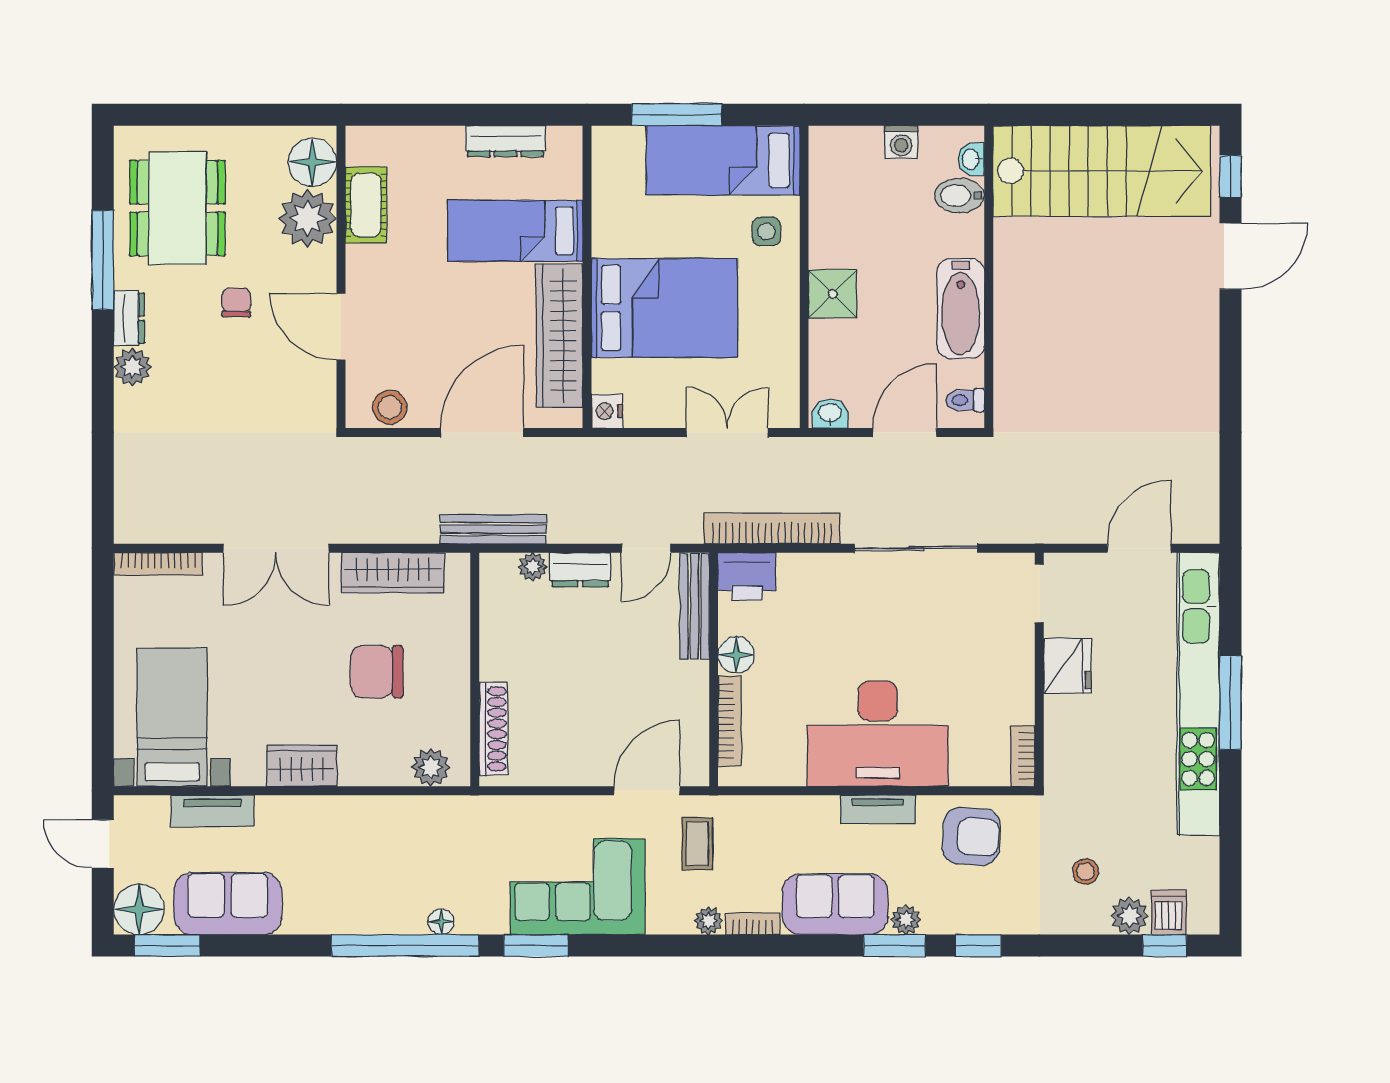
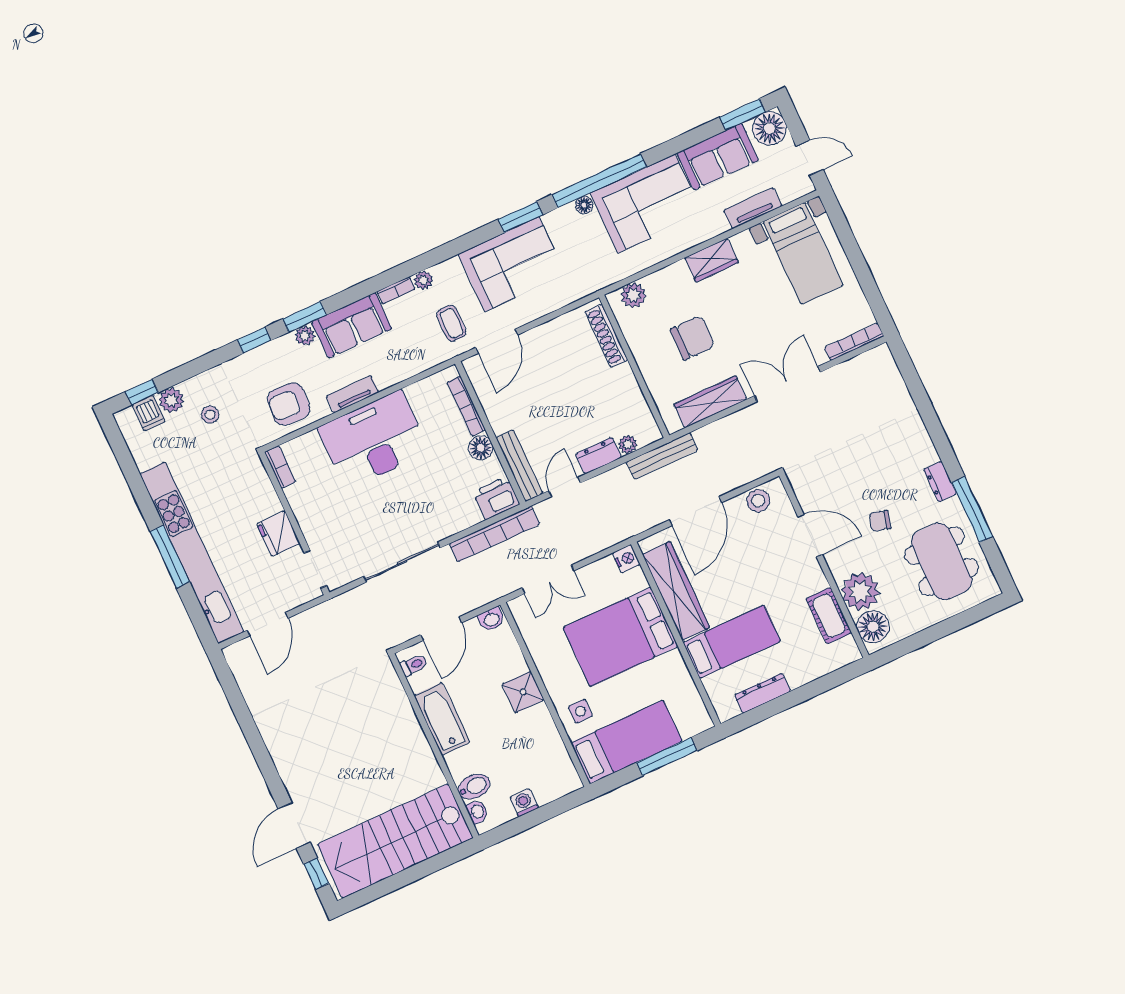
chair: (236, 303) -> (880, 521), turned 105
plant: (132, 367) -> (924, 453), removed
corner sofa: (355, 884) -> (646, 204), added

